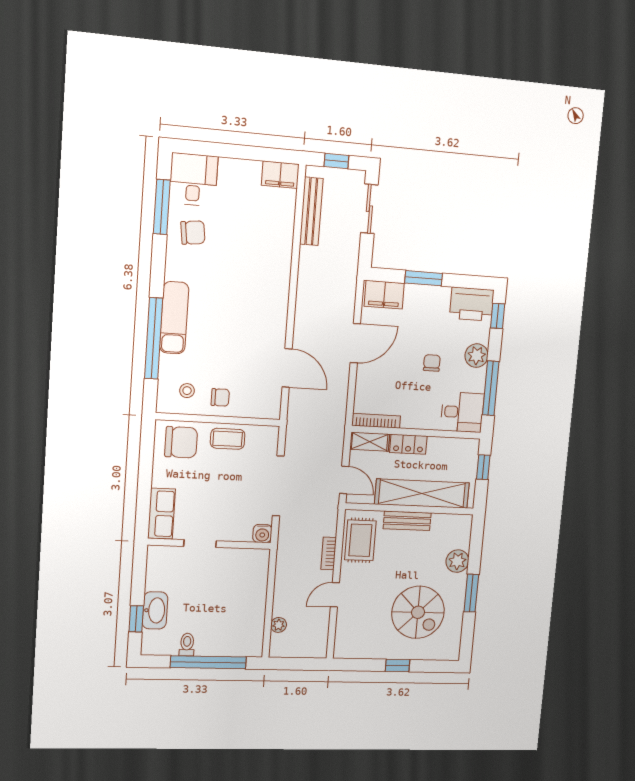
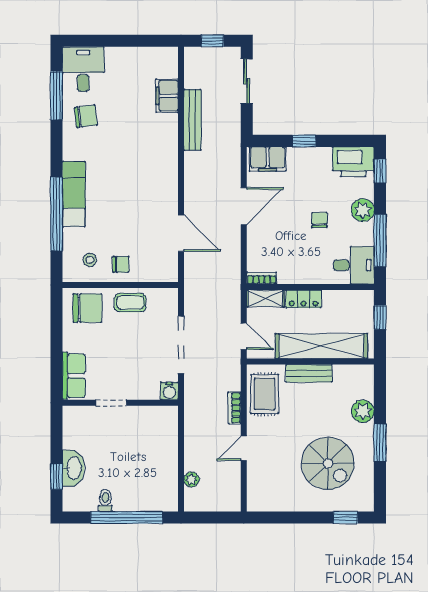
filing cabinet: (280, 175) -> (167, 96), moved, turned 90
bench: (311, 211) -> (192, 120), moved
window: (424, 278) -> (304, 141), width x0.67
bookcase: (376, 421) -> (262, 278), width x0.64
window: (397, 666) -> (345, 517), moved

